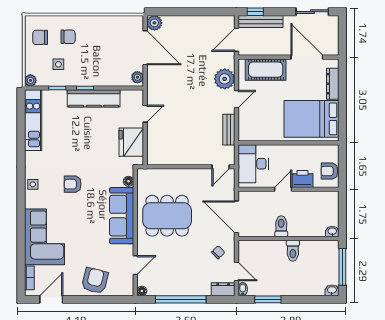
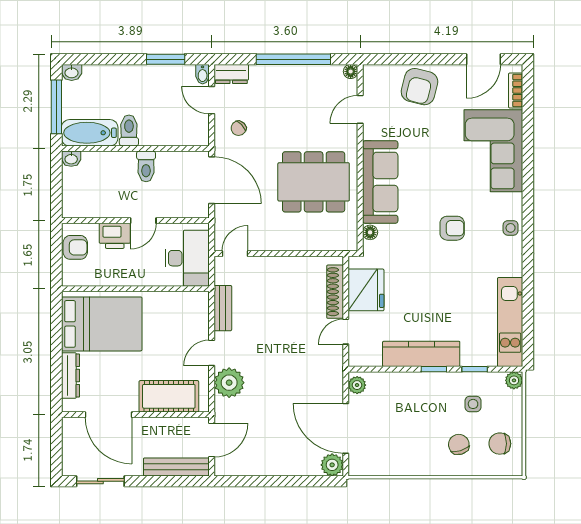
window: (255, 12) -> (184, 481), removed
chair: (40, 37) -> (500, 444), turned 180
chair: (68, 37) -> (459, 444), turned 73
shoe rack: (152, 141) -> (335, 292), added
bathtub: (320, 249) -> (90, 133), added

